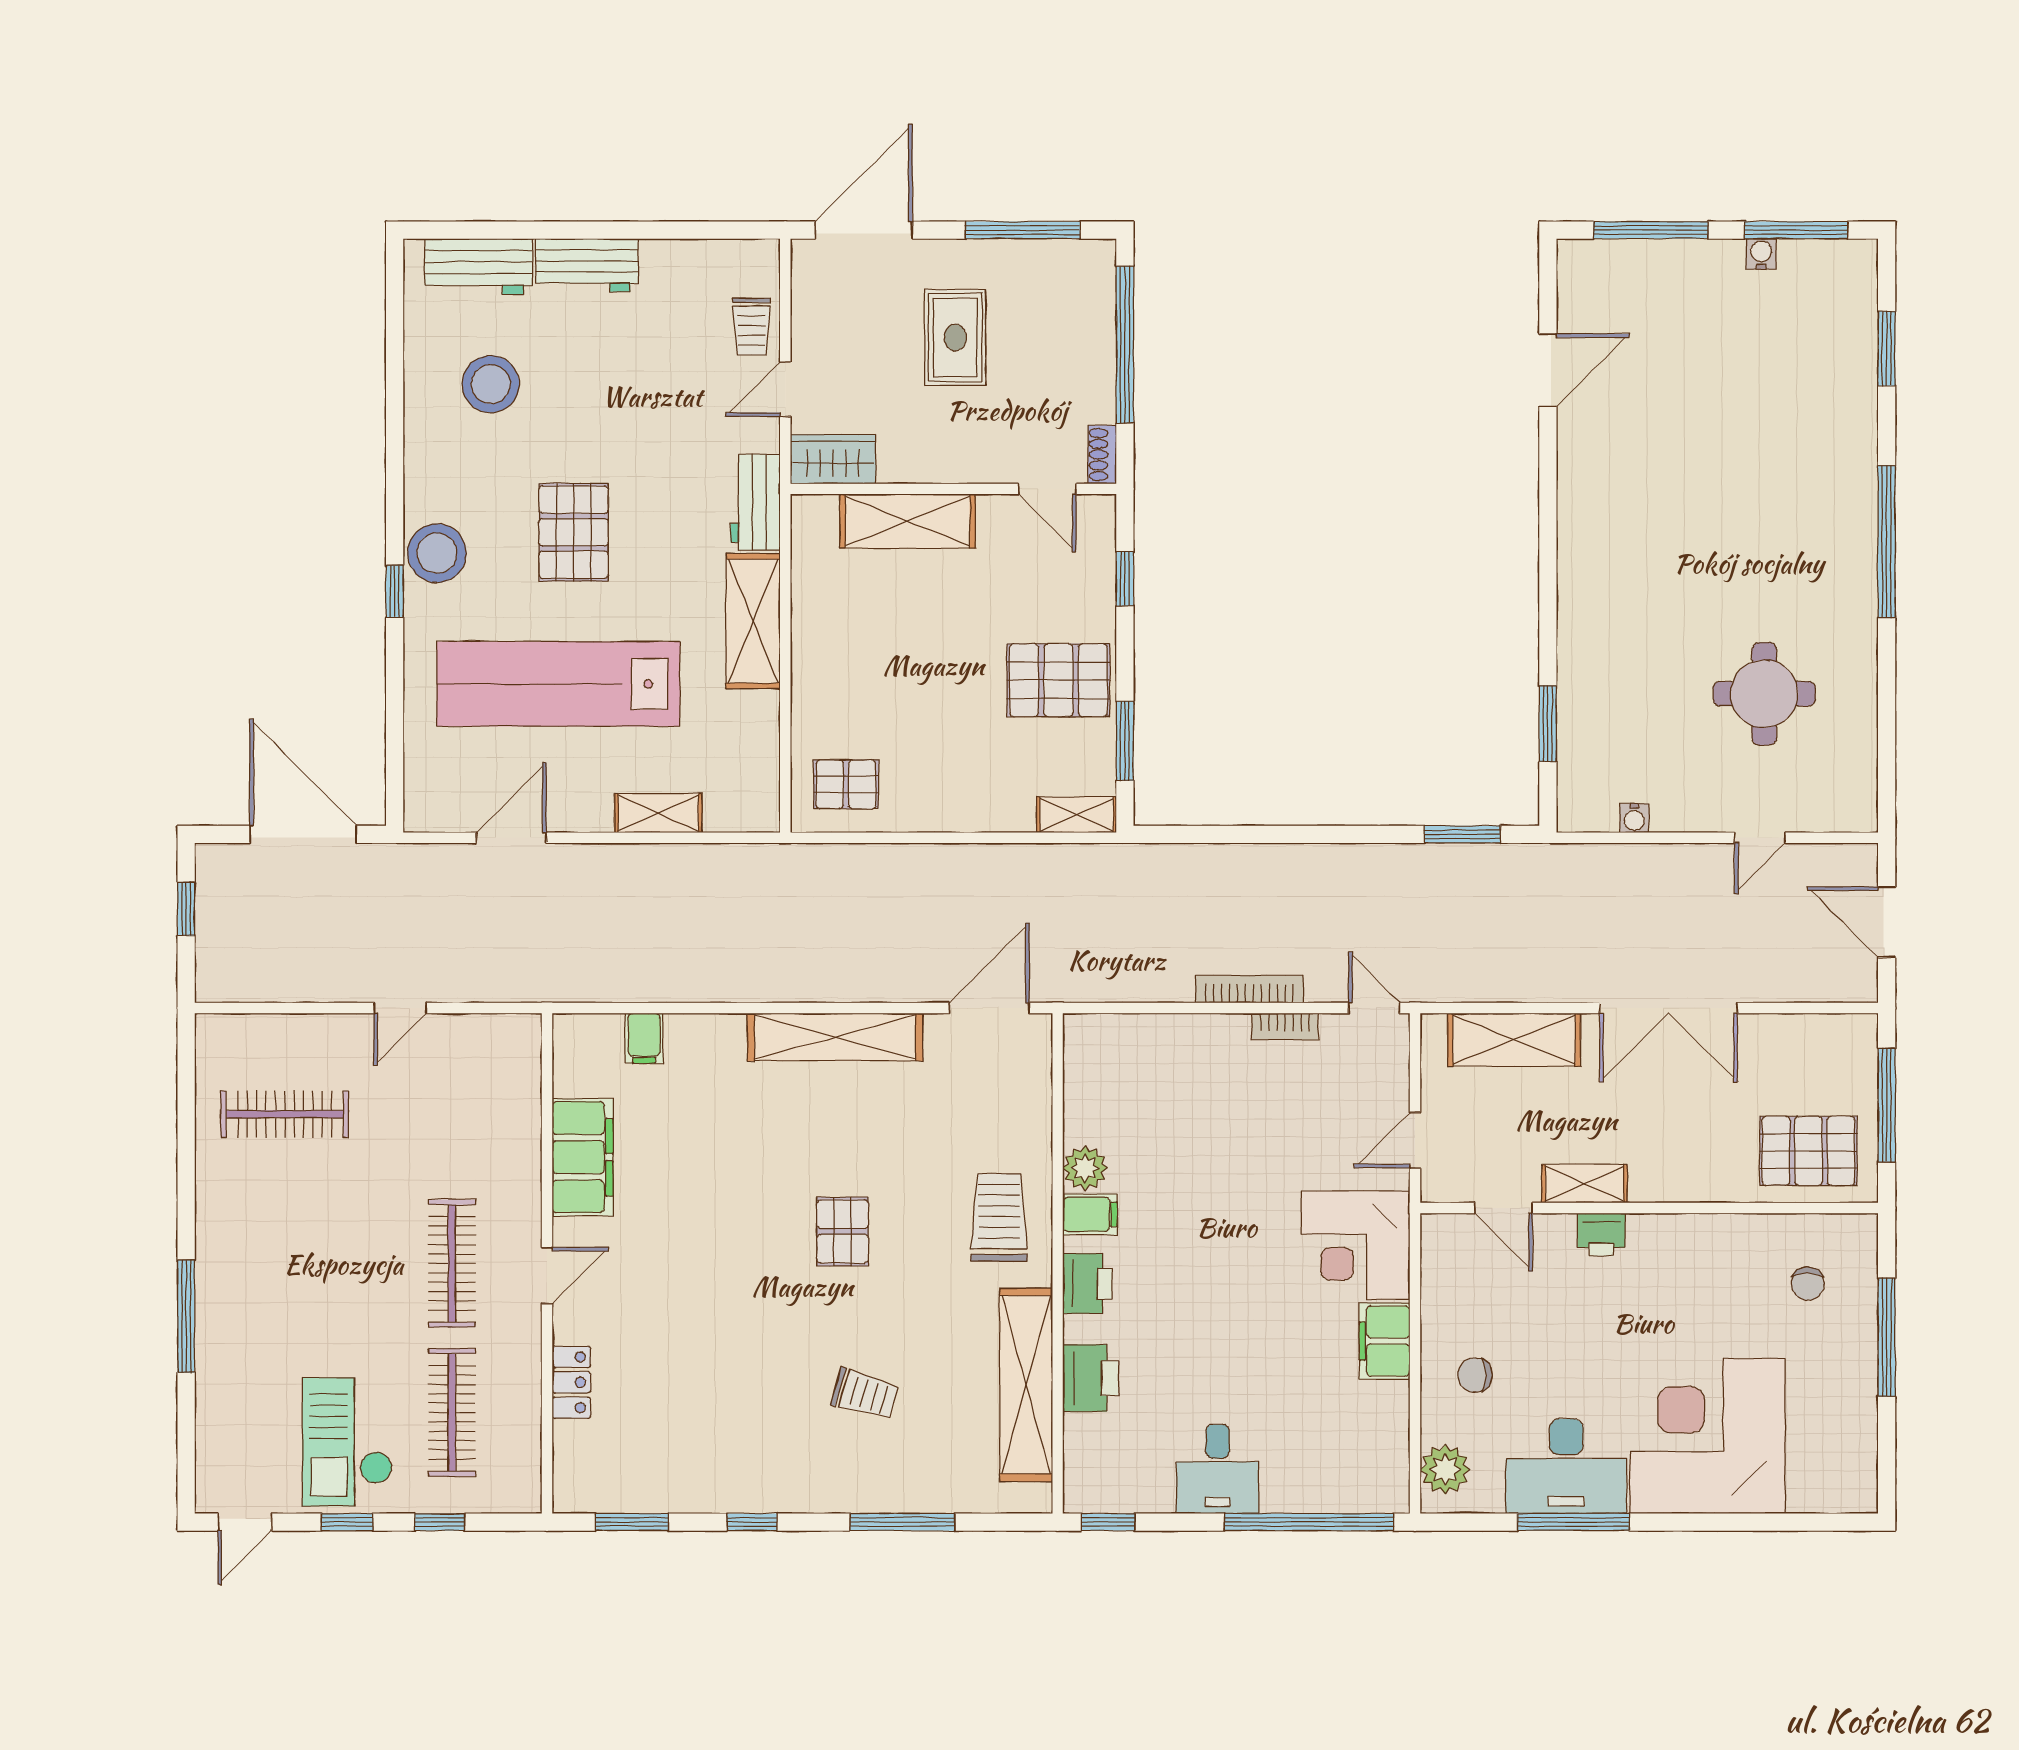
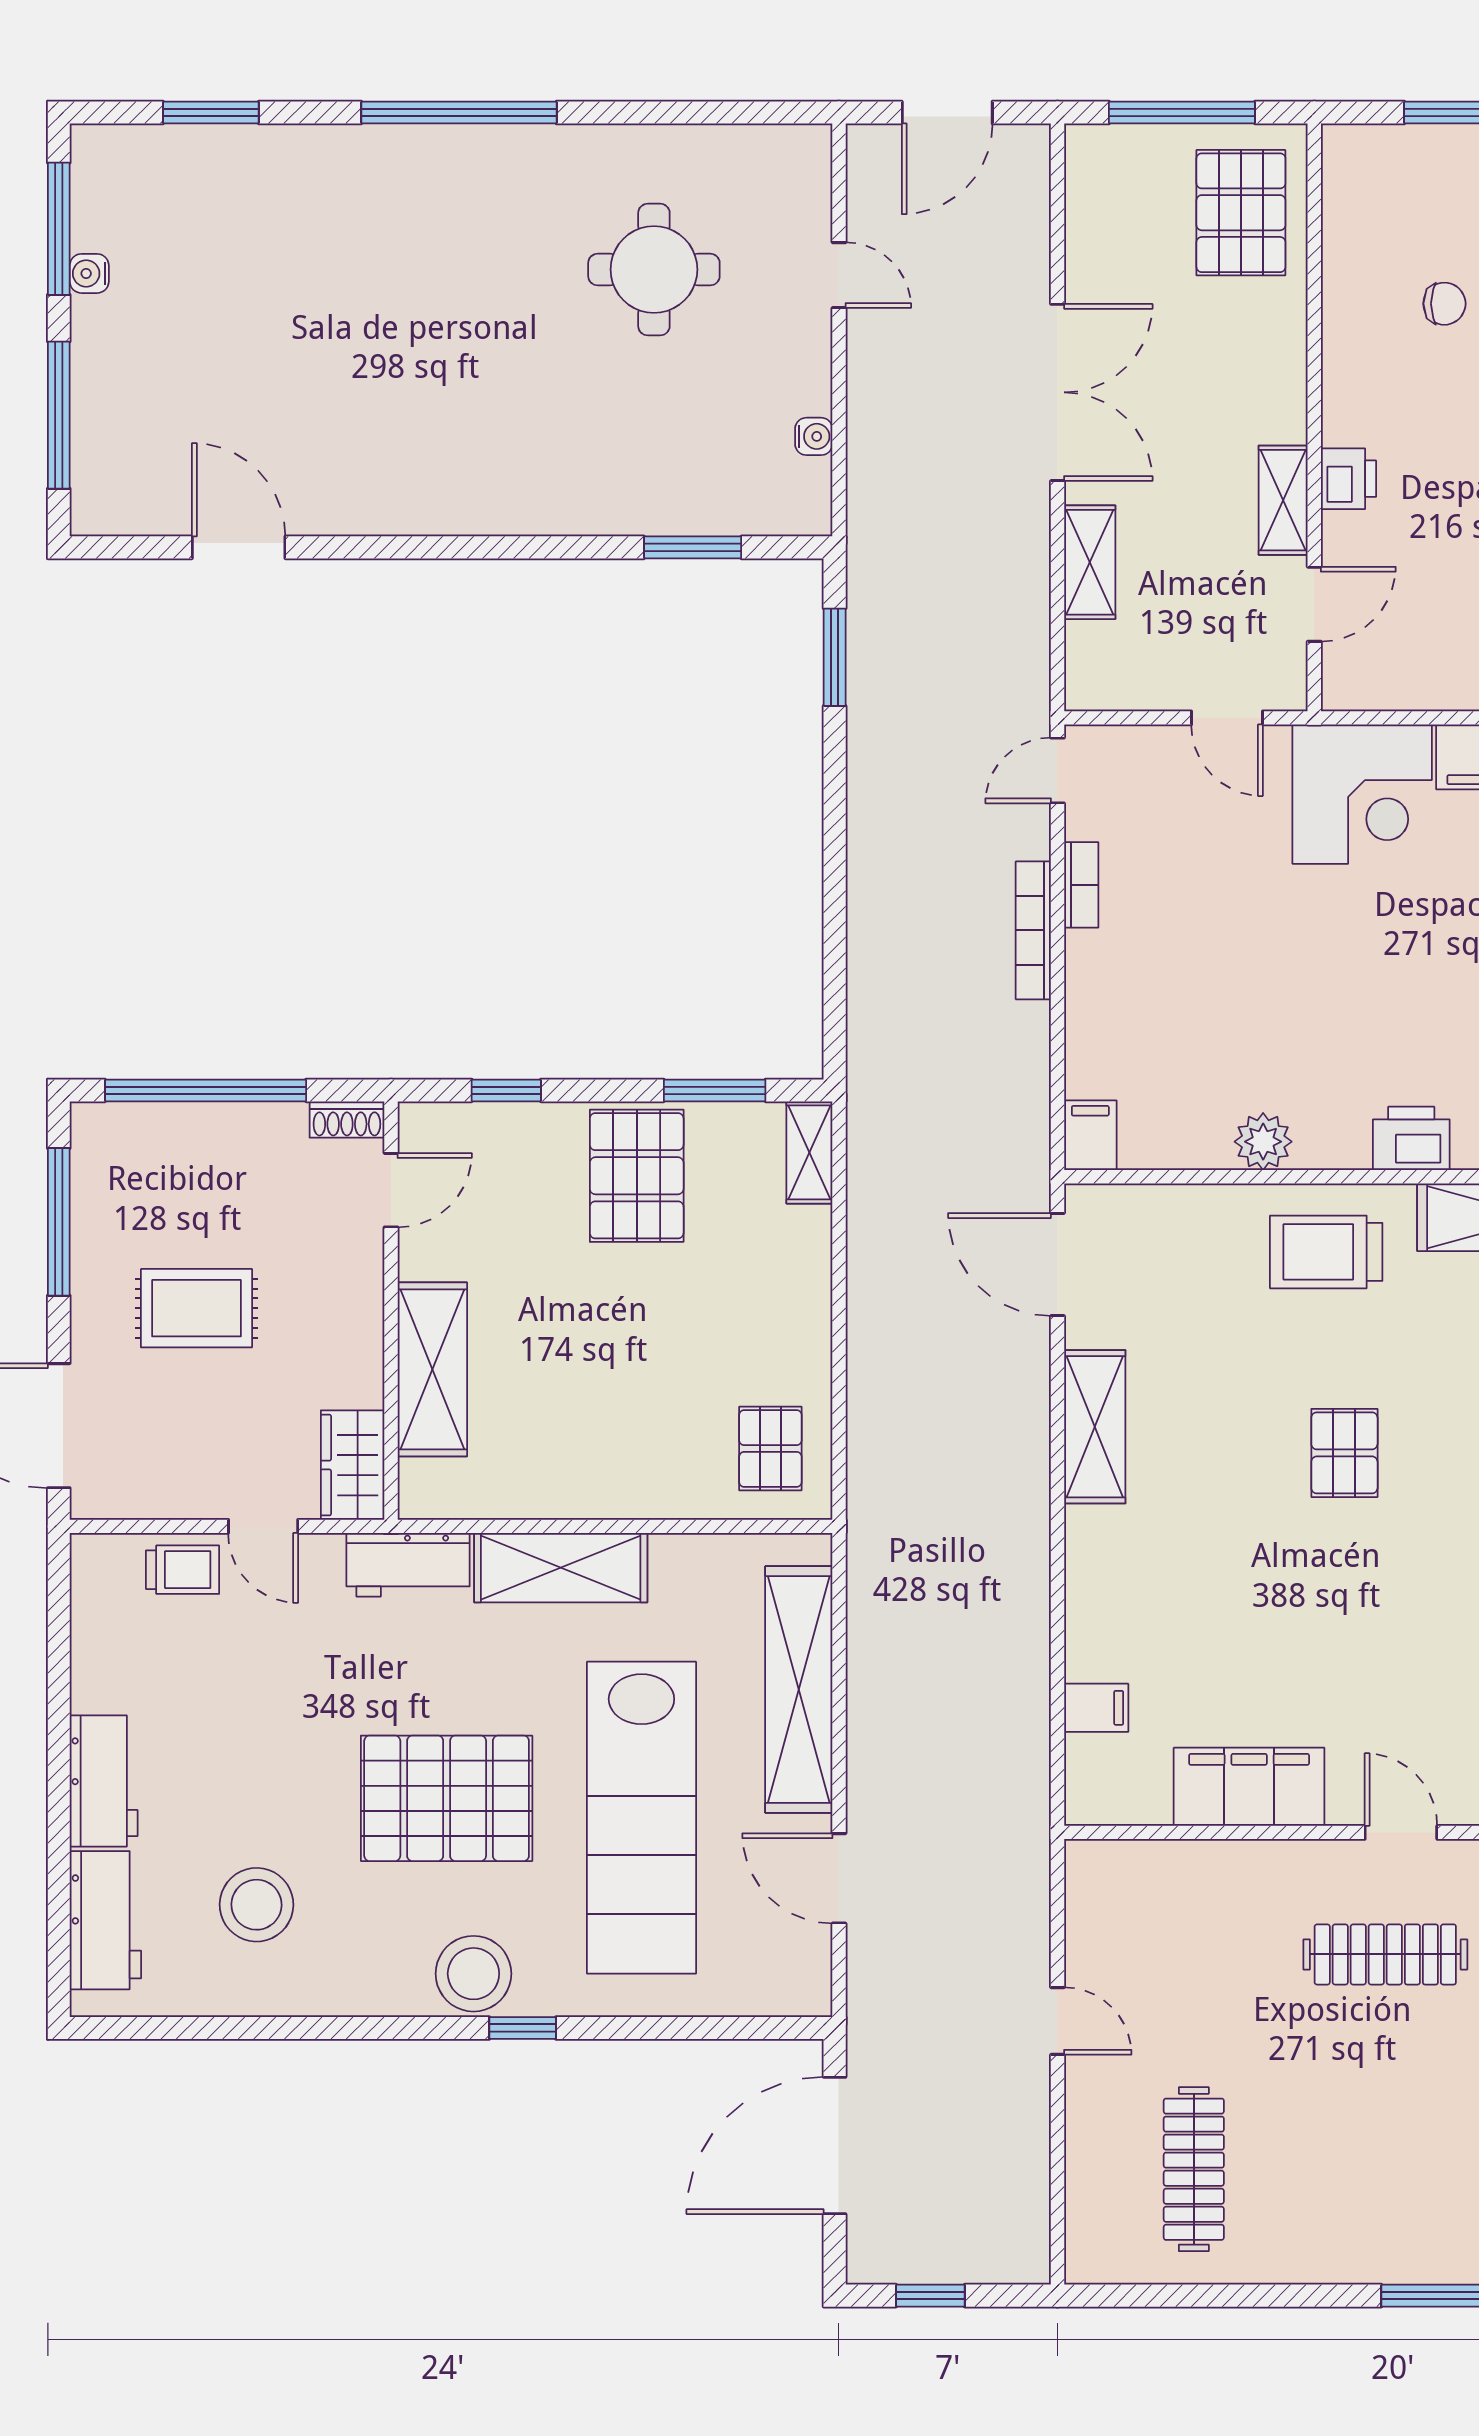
pallet: (574, 532) -> (447, 1798), width x1.37, depth x1.41
shelving: (658, 813) -> (799, 1690), width x2.20, depth x1.33
shelving: (835, 1037) -> (1095, 1427), width x0.68
shelving: (1514, 1040) -> (1090, 562), width x0.67, depth x0.75
filing cabinet: (1090, 1214) -> (1090, 1135), moved
pallet: (843, 1232) -> (1344, 1453), turned 90
chair: (1808, 1284) -> (1444, 304), moved

